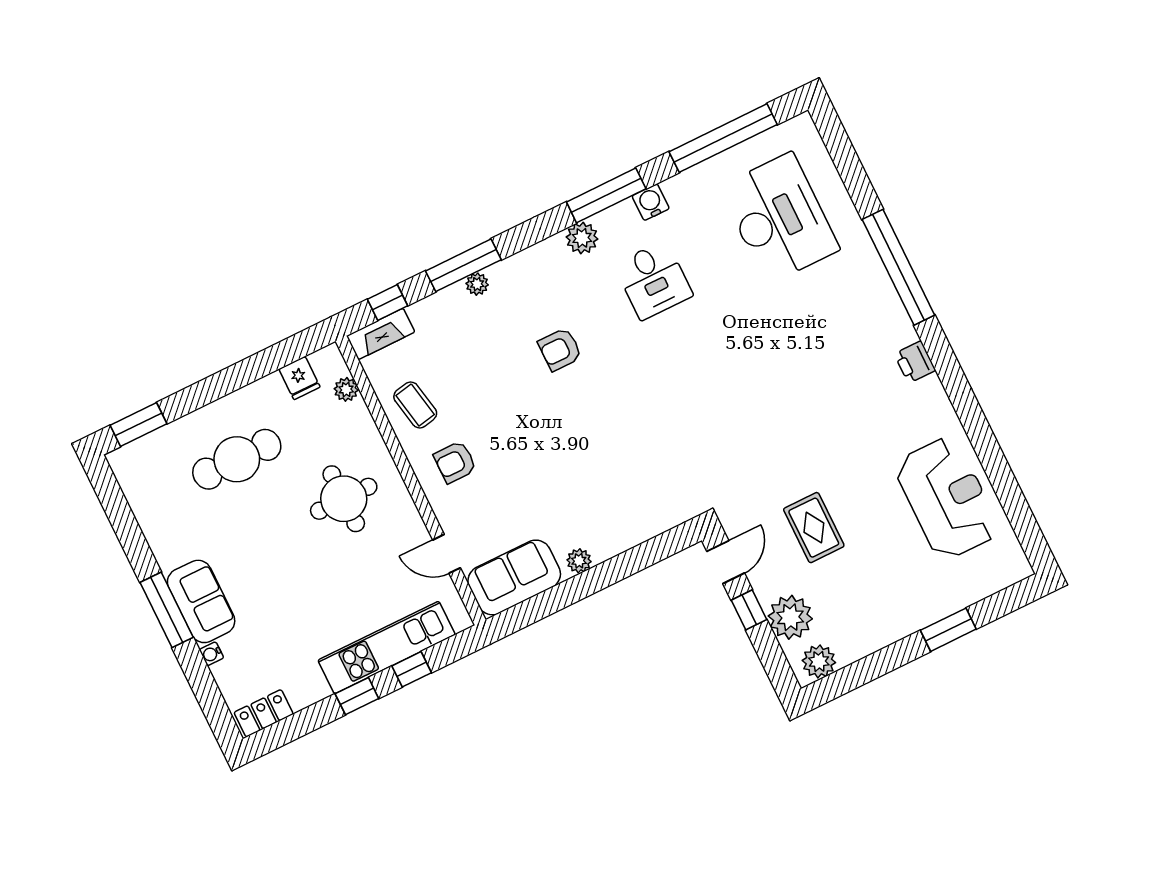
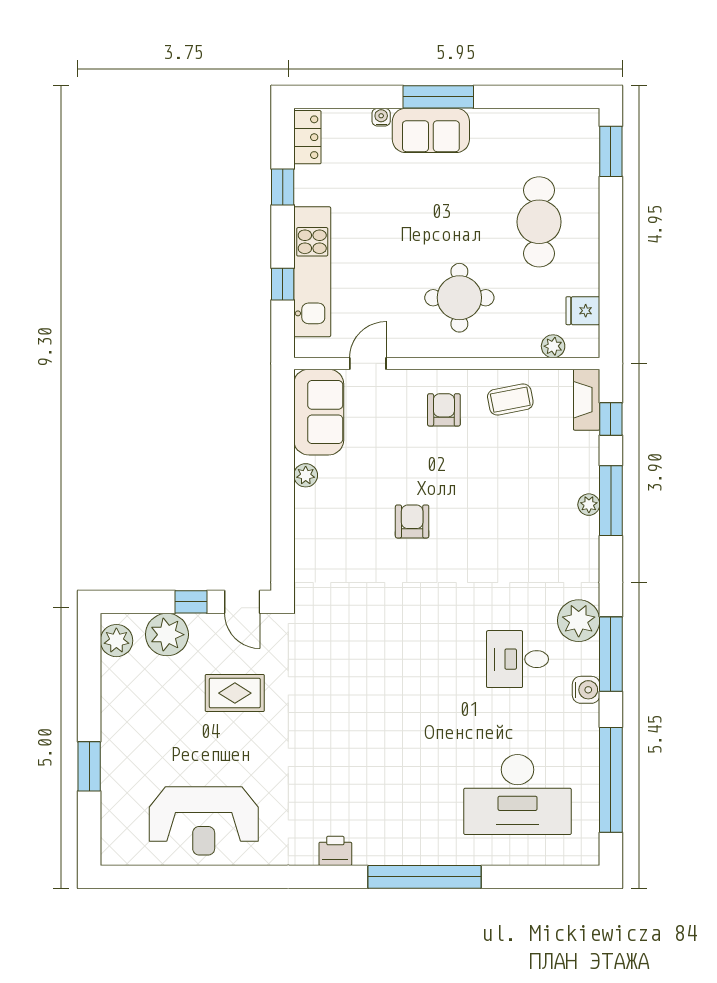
plant: (582, 238) -> (579, 621), width x1.36, depth x1.36
armchair: (560, 349) -> (412, 521), moved
window: (357, 696) -> (283, 187), moved

